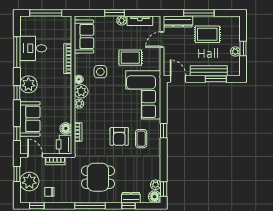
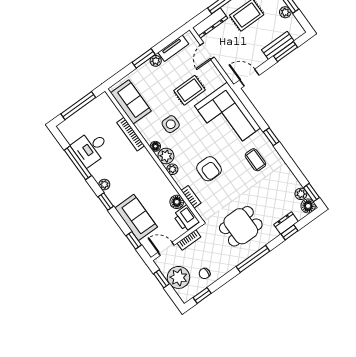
bench: (209, 71) -> (278, 45), width x0.73
plant: (28, 84) -> (104, 184), width x0.53, depth x0.53
armchair: (119, 136) -> (209, 169), moved

